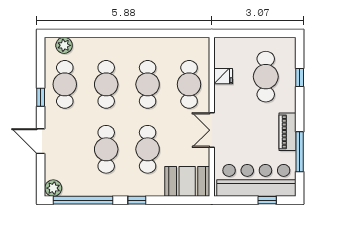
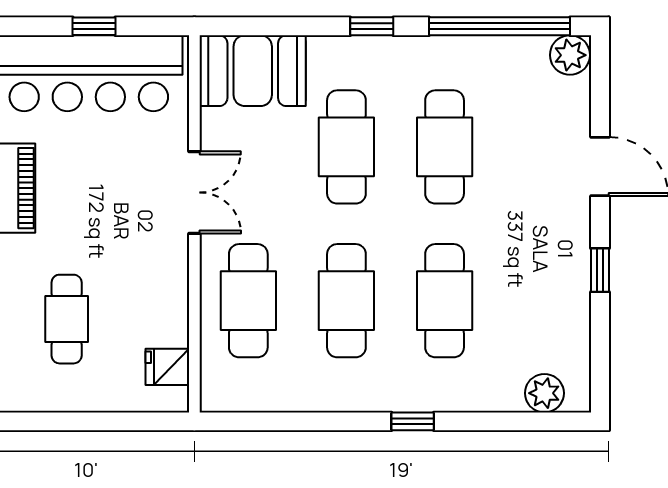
window: (120, 33) -> (413, 421), added
fridge: (223, 76) -> (167, 367), moved
cafe table: (266, 77) -> (67, 319), width x0.73, depth x0.74
cafe table: (65, 84) -> (543, 301), removed
window: (267, 200) -> (94, 26), moved

